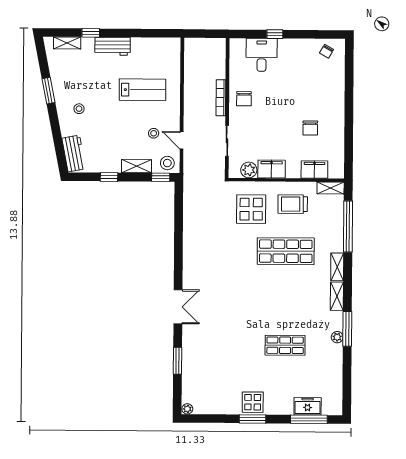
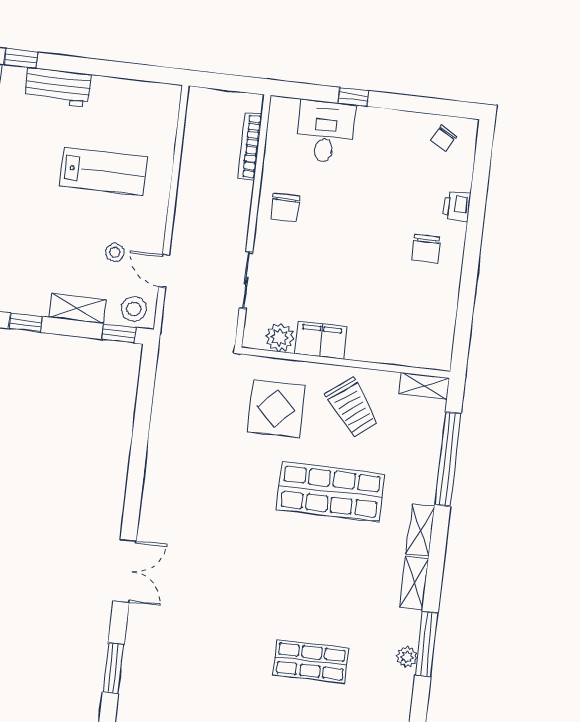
printer: (338, 88) -> (457, 206), added
bookcase: (221, 98) -> (250, 146), moved
chair: (310, 128) -> (426, 249), moved
filing cabinet: (314, 170) -> (399, 350), removed
trolley: (293, 204) -> (352, 408), turned -127

